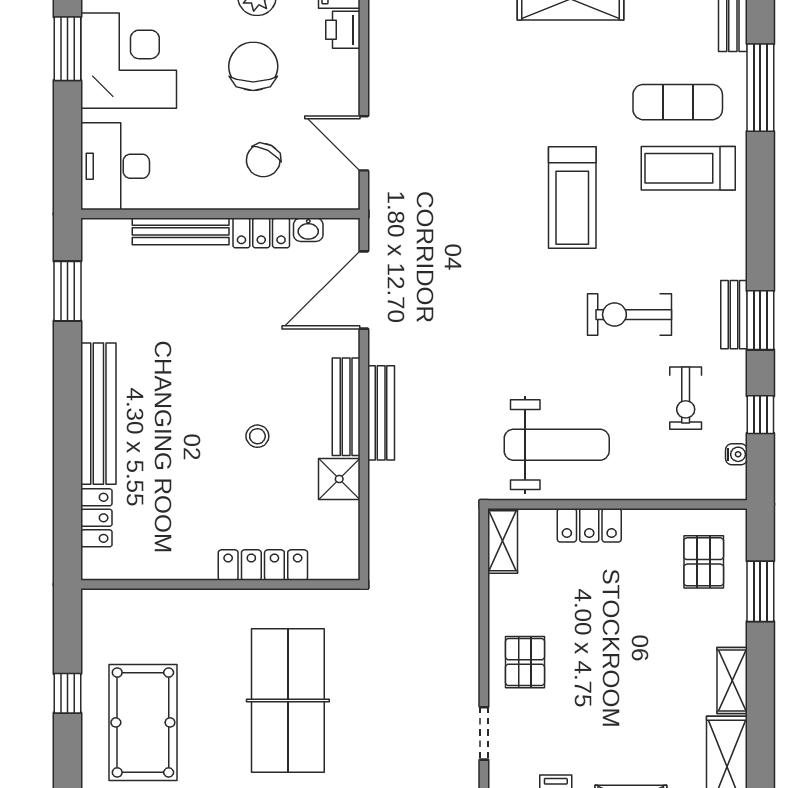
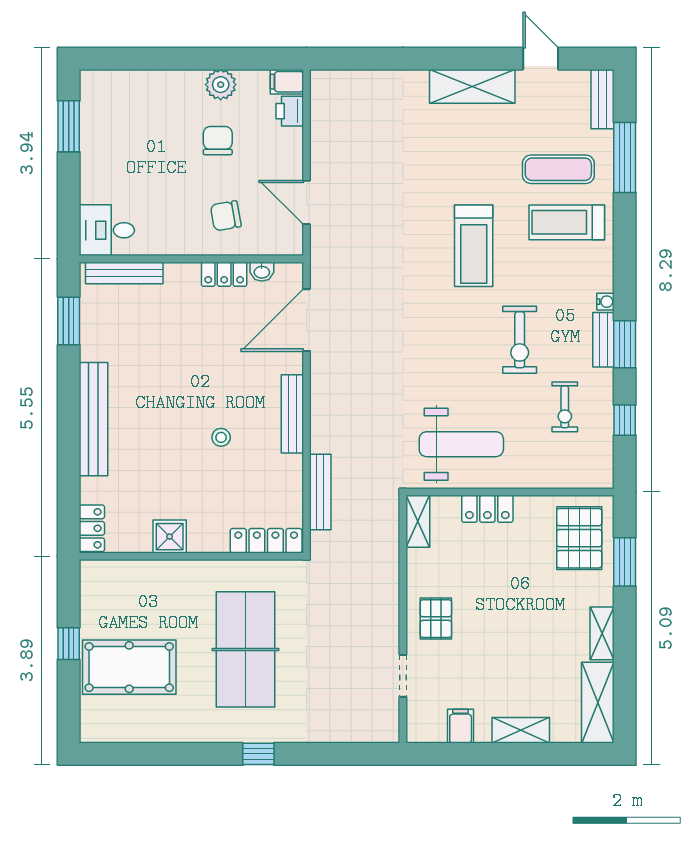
corner desk: (129, 61) -> (118, 136), removed
chair: (253, 66) -> (218, 141), width x0.73, depth x0.73
chair: (263, 160) -> (226, 216), turned 52
desk: (115, 166) -> (107, 230), width x0.73
bench: (181, 231) -> (124, 273), moved
exercise bike: (630, 315) -> (520, 340), turned -90
bench: (381, 413) -> (320, 492), moved
water cooler: (736, 454) -> (605, 302), moved
shower: (339, 479) -> (170, 537), moved
locker: (96, 518) -> (92, 528), moved
pallet: (704, 562) -> (579, 538), width x1.50, depth x1.42
locker: (263, 565) -> (266, 541), moved
pool table: (143, 722) -> (129, 667), turned 90

